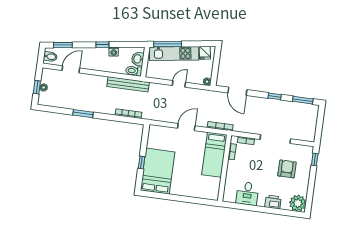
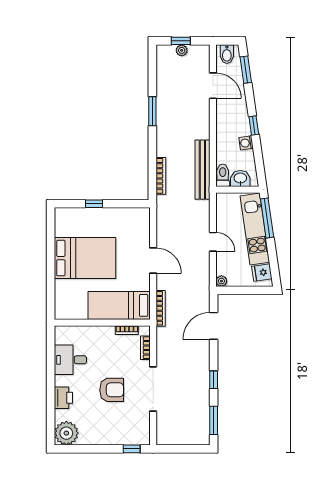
armchair: (287, 169) -> (112, 390), moved
bed: (158, 171) -> (85, 258), moved

